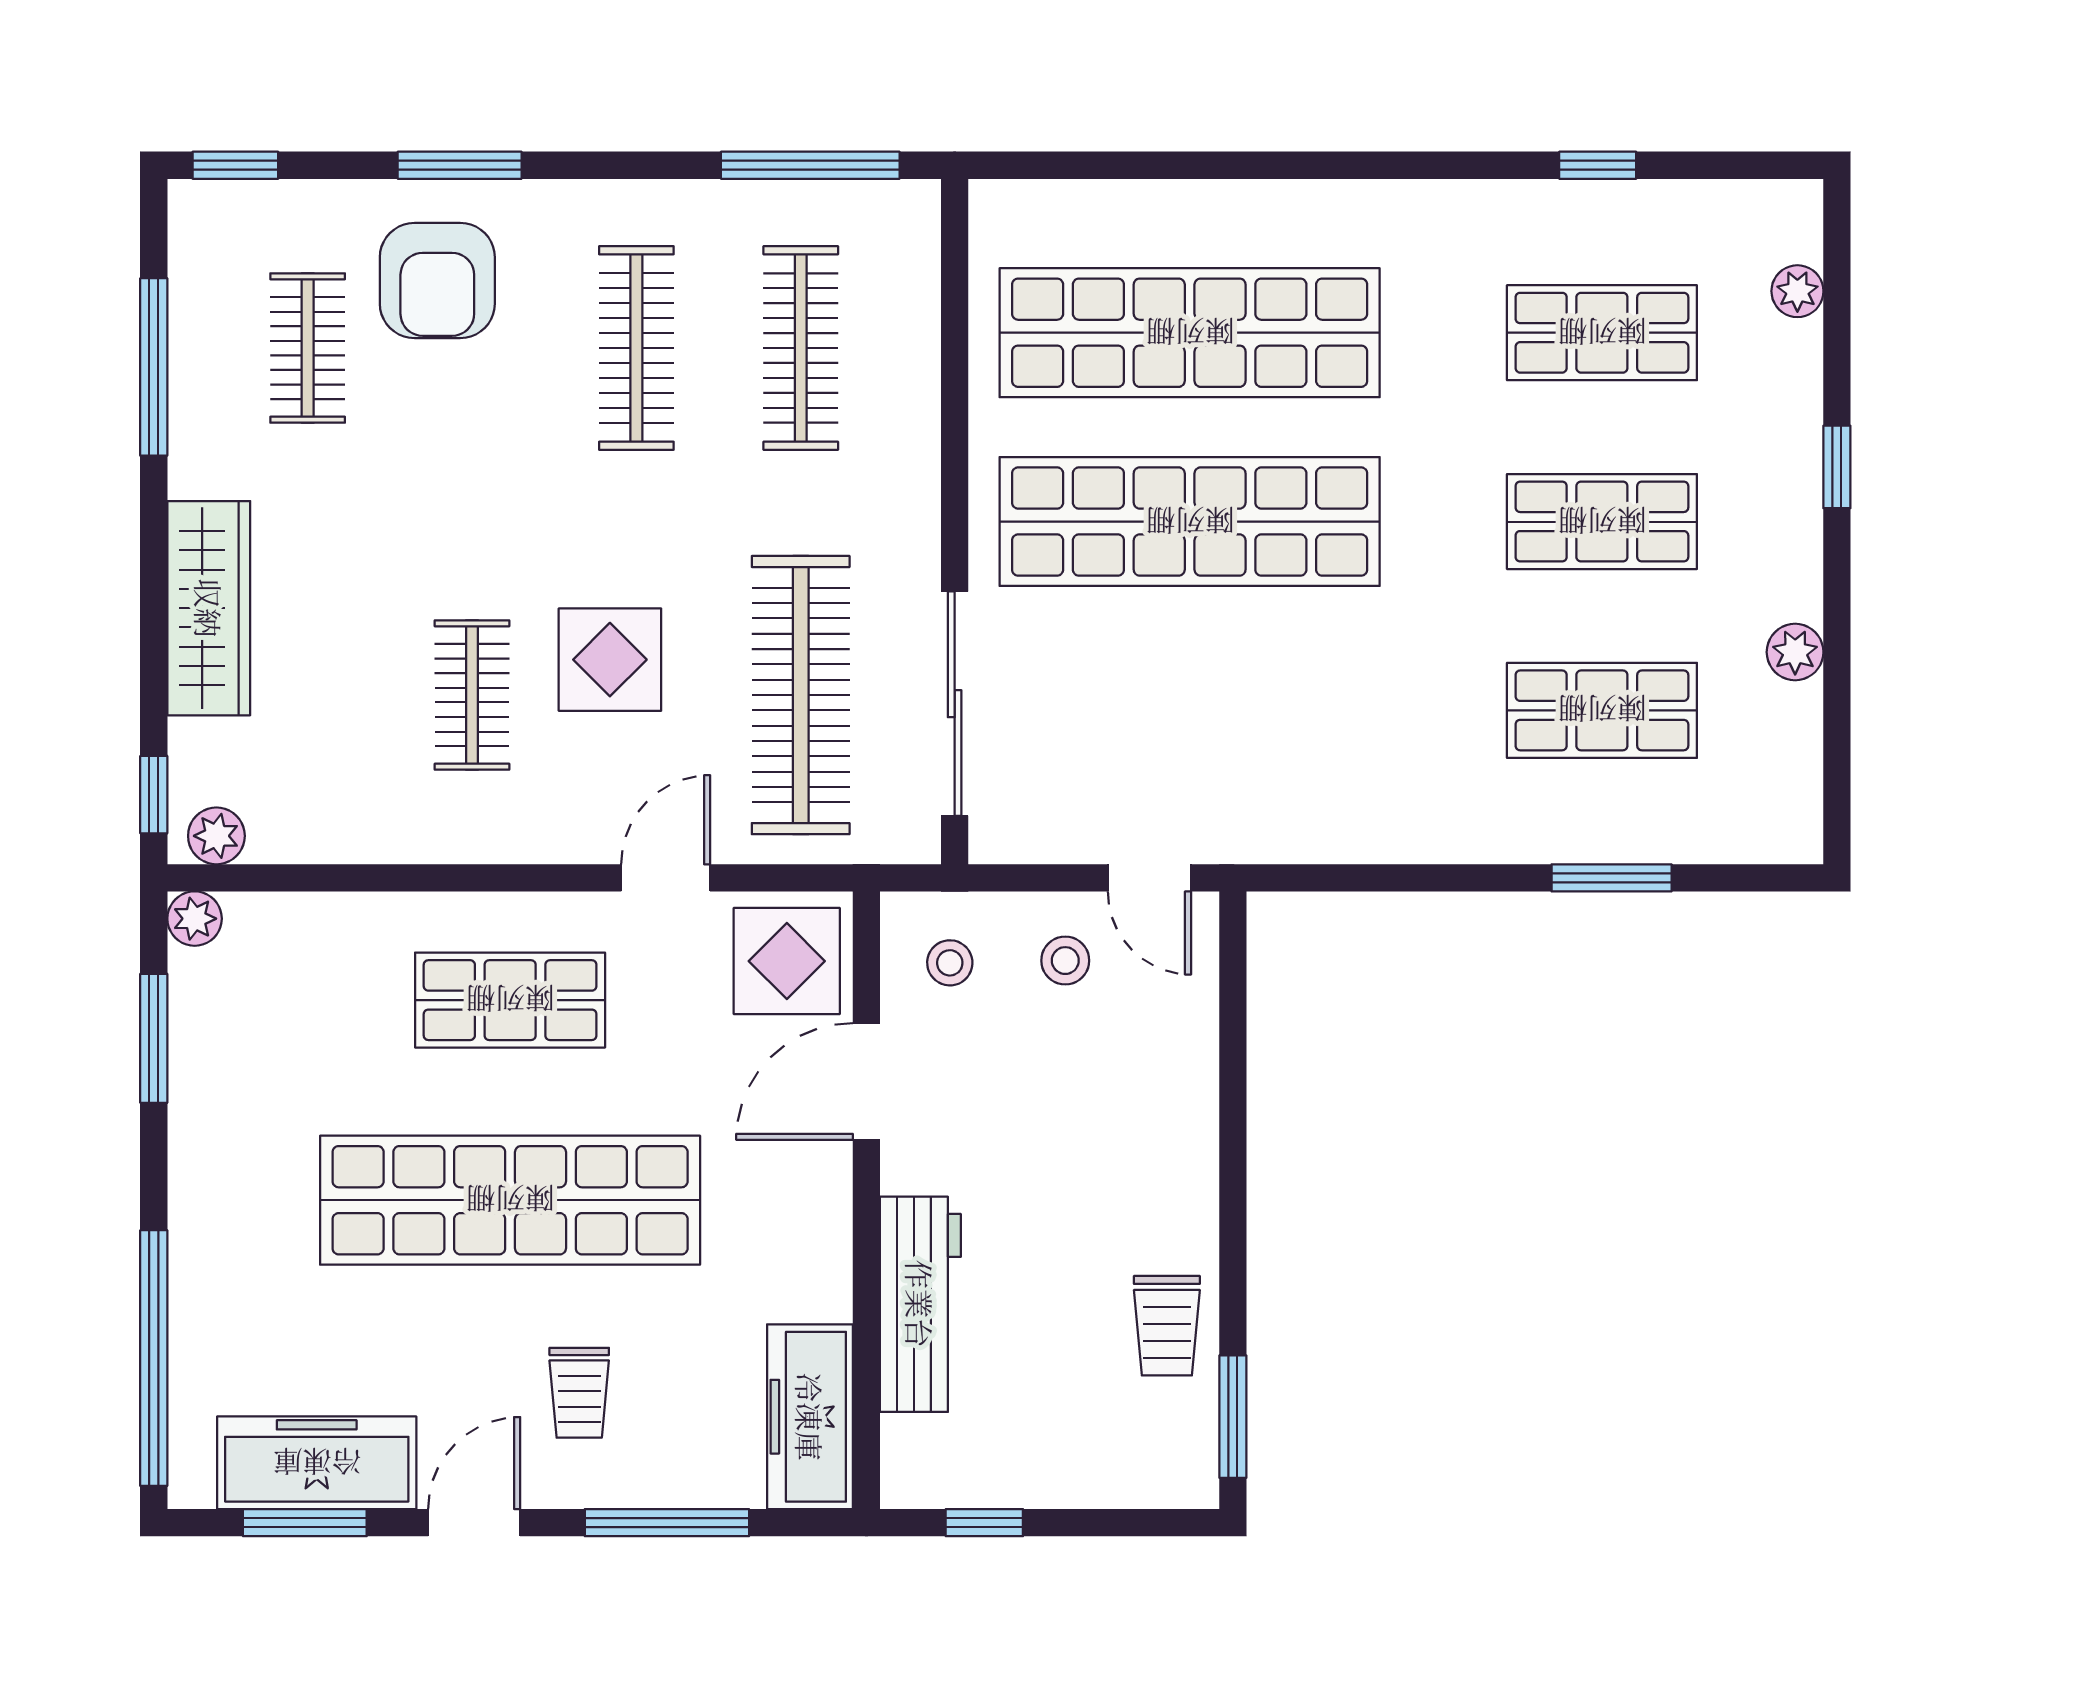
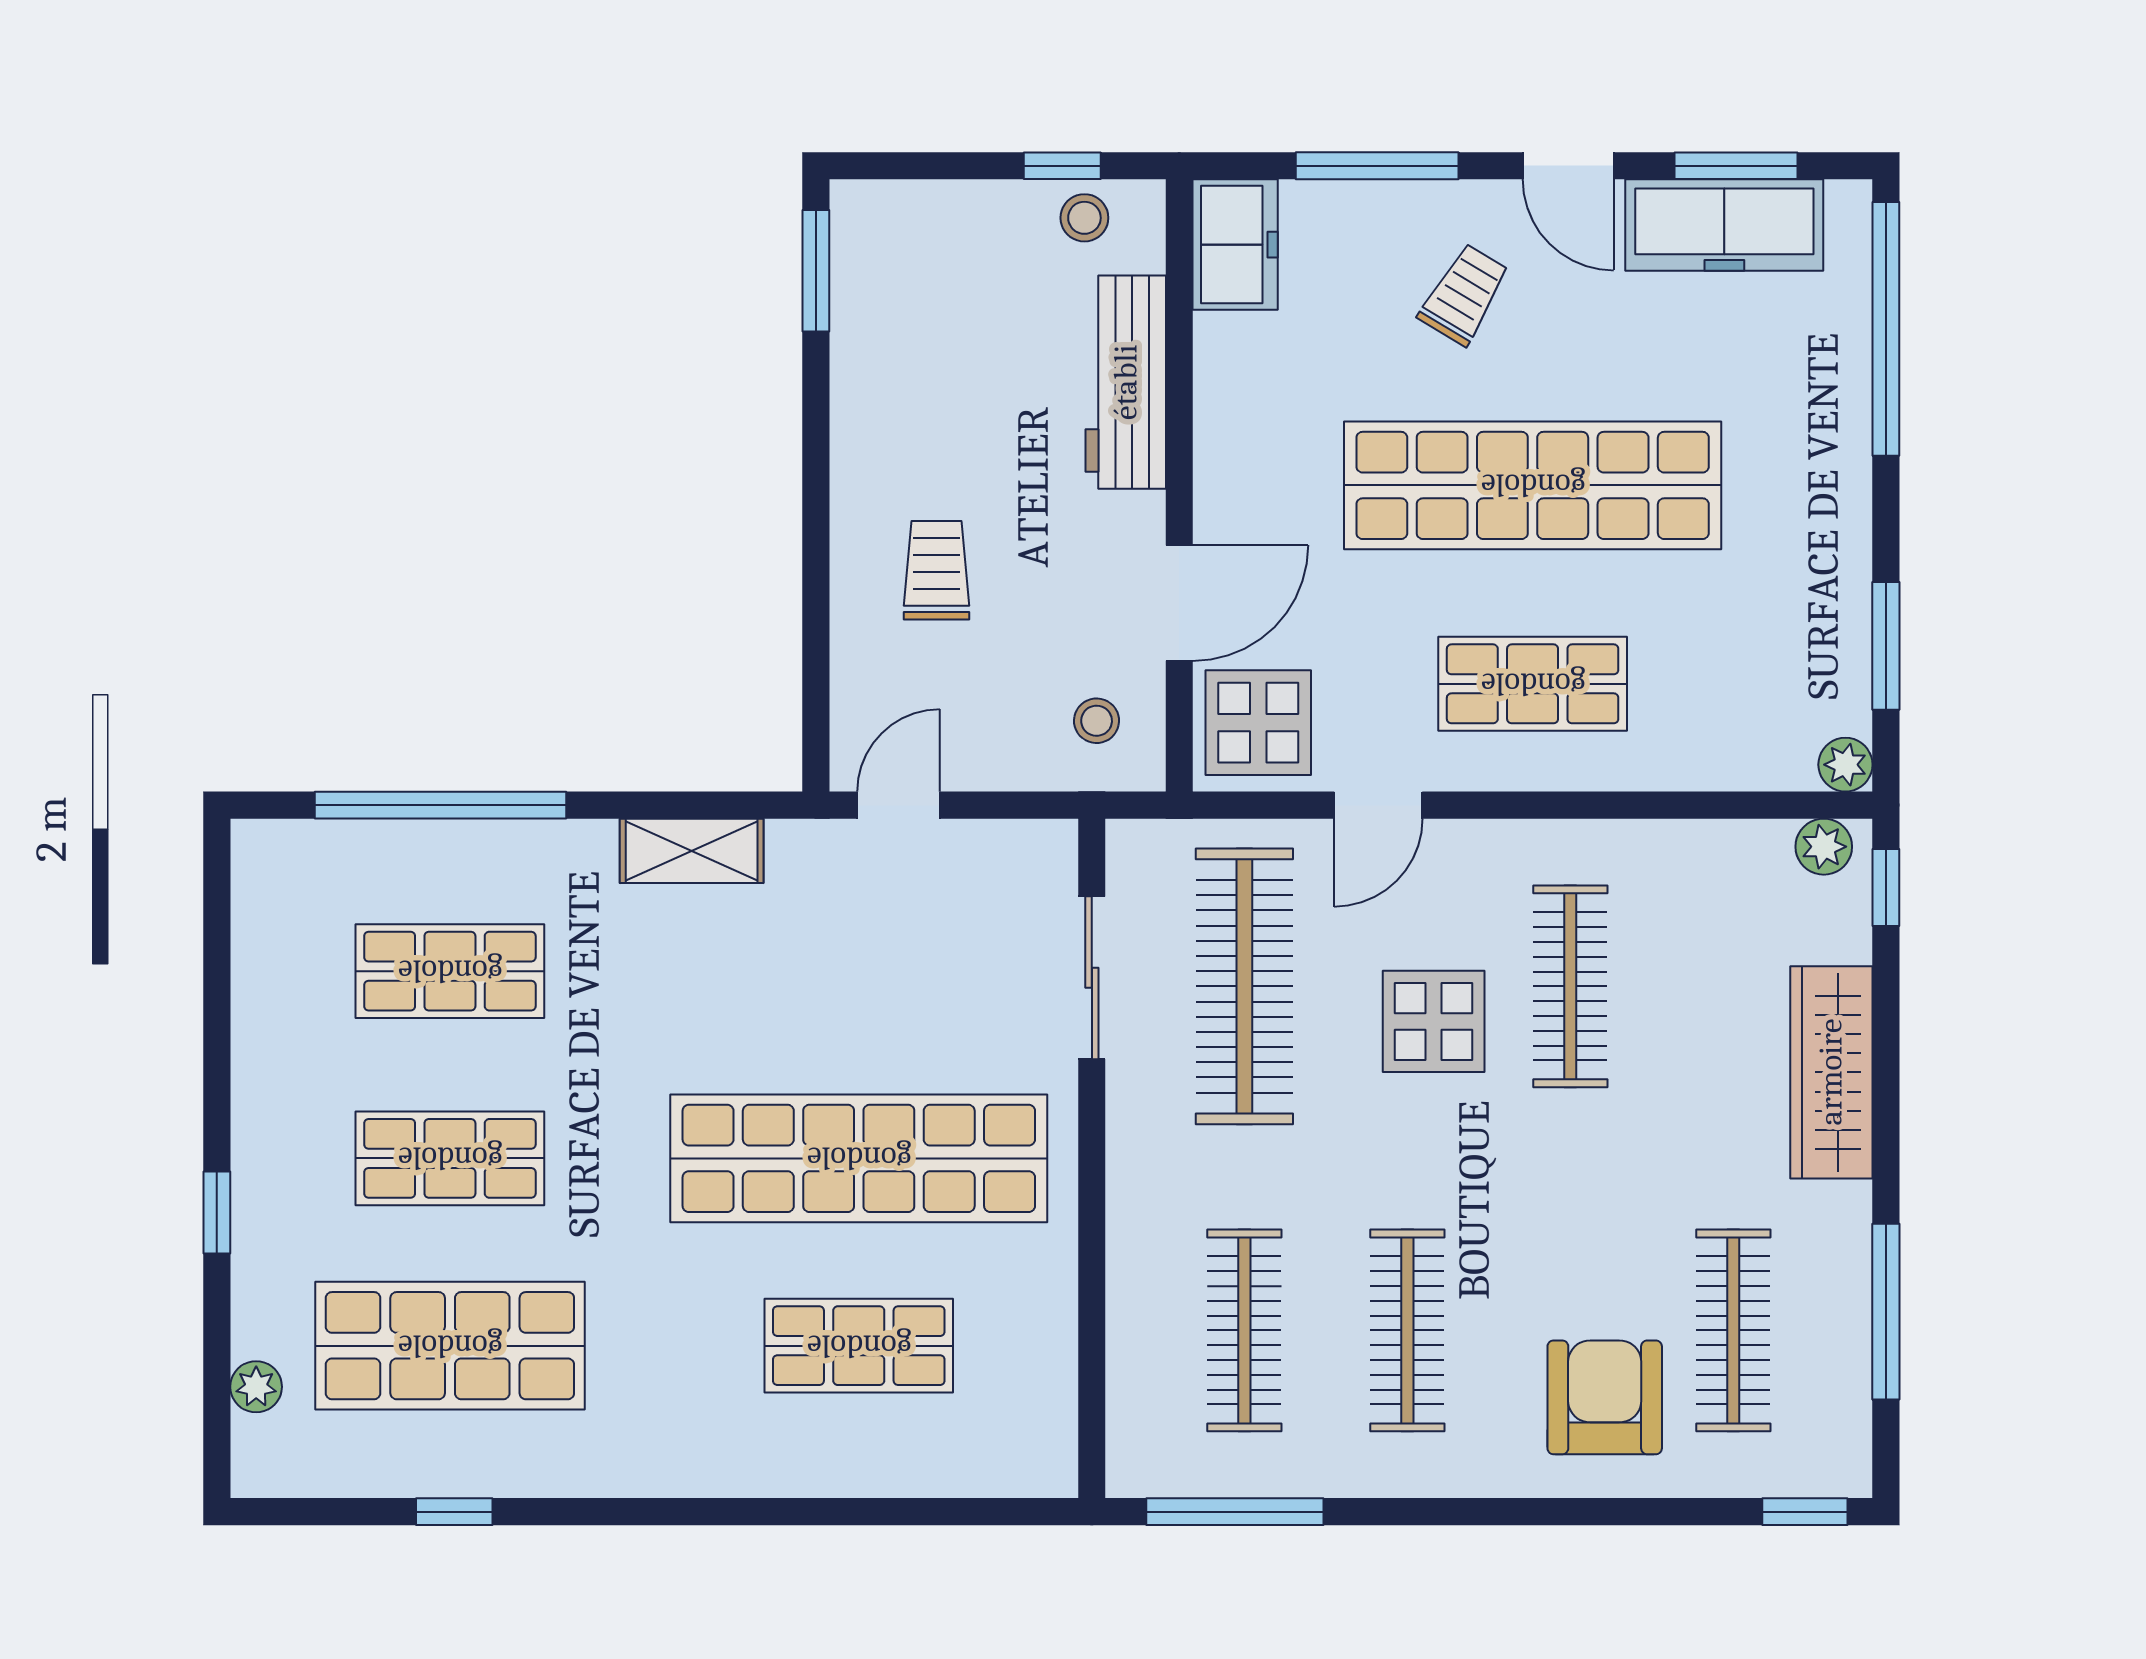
window: (460, 165) -> (1583, 1512), removed
shop shelf: (1190, 333) -> (859, 1346), width x0.50, depth x0.74
shop shelf: (1602, 333) -> (450, 1346), width x1.43, depth x1.36
clothes rail: (308, 348) -> (1733, 1330), width x1.36
plant: (1795, 652) -> (258, 1029), removed
clothes rail: (472, 695) -> (1570, 986), width x1.36
sliding door: (955, 704) -> (1092, 978), width x0.73
shelving: (1358, 832) -> (692, 851), added
door: (1149, 878) -> (899, 805), hinge flipped
window: (1612, 878) -> (440, 805), width x2.11
stool: (1065, 961) -> (1084, 218), moved
trolley: (1167, 1326) -> (937, 570), moved
trolley: (579, 1393) -> (1464, 294), turned 31
freezer: (810, 1417) -> (1235, 245), width x0.71
door: (474, 1523) -> (1568, 166), hinge flipped

